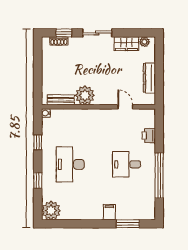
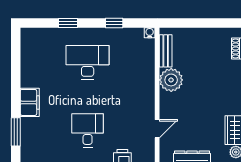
plant: (51, 210) -> (32, 39), removed
filing cabinet: (109, 212) -> (30, 102), width x2.00

